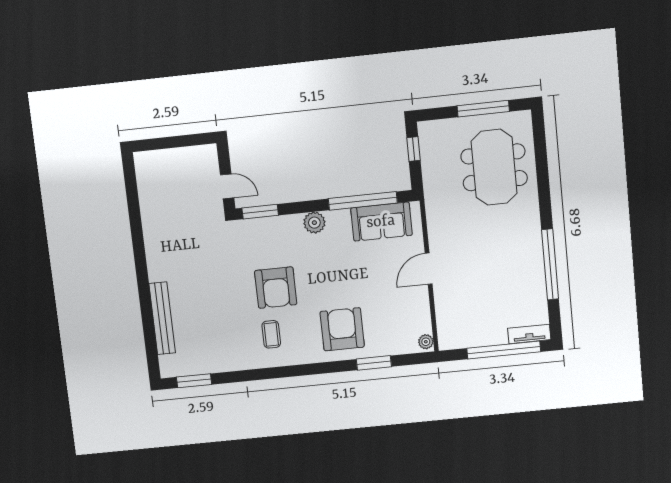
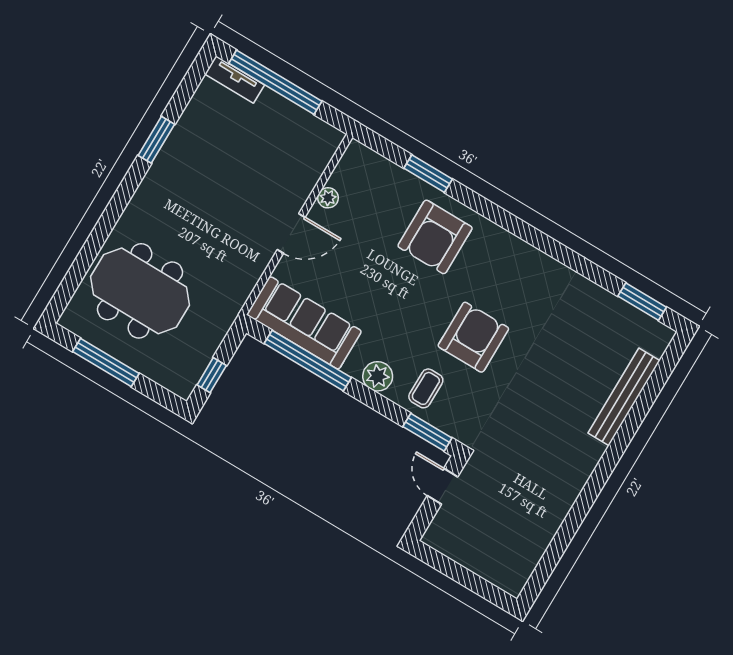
meeting table: (494, 167) -> (140, 291), turned 90
sofa: (381, 222) -> (304, 323), width x1.36
window: (550, 264) -> (156, 140), width x0.47
coffee table: (271, 334) -> (426, 388), moved
plant: (426, 342) -> (328, 198), moved

